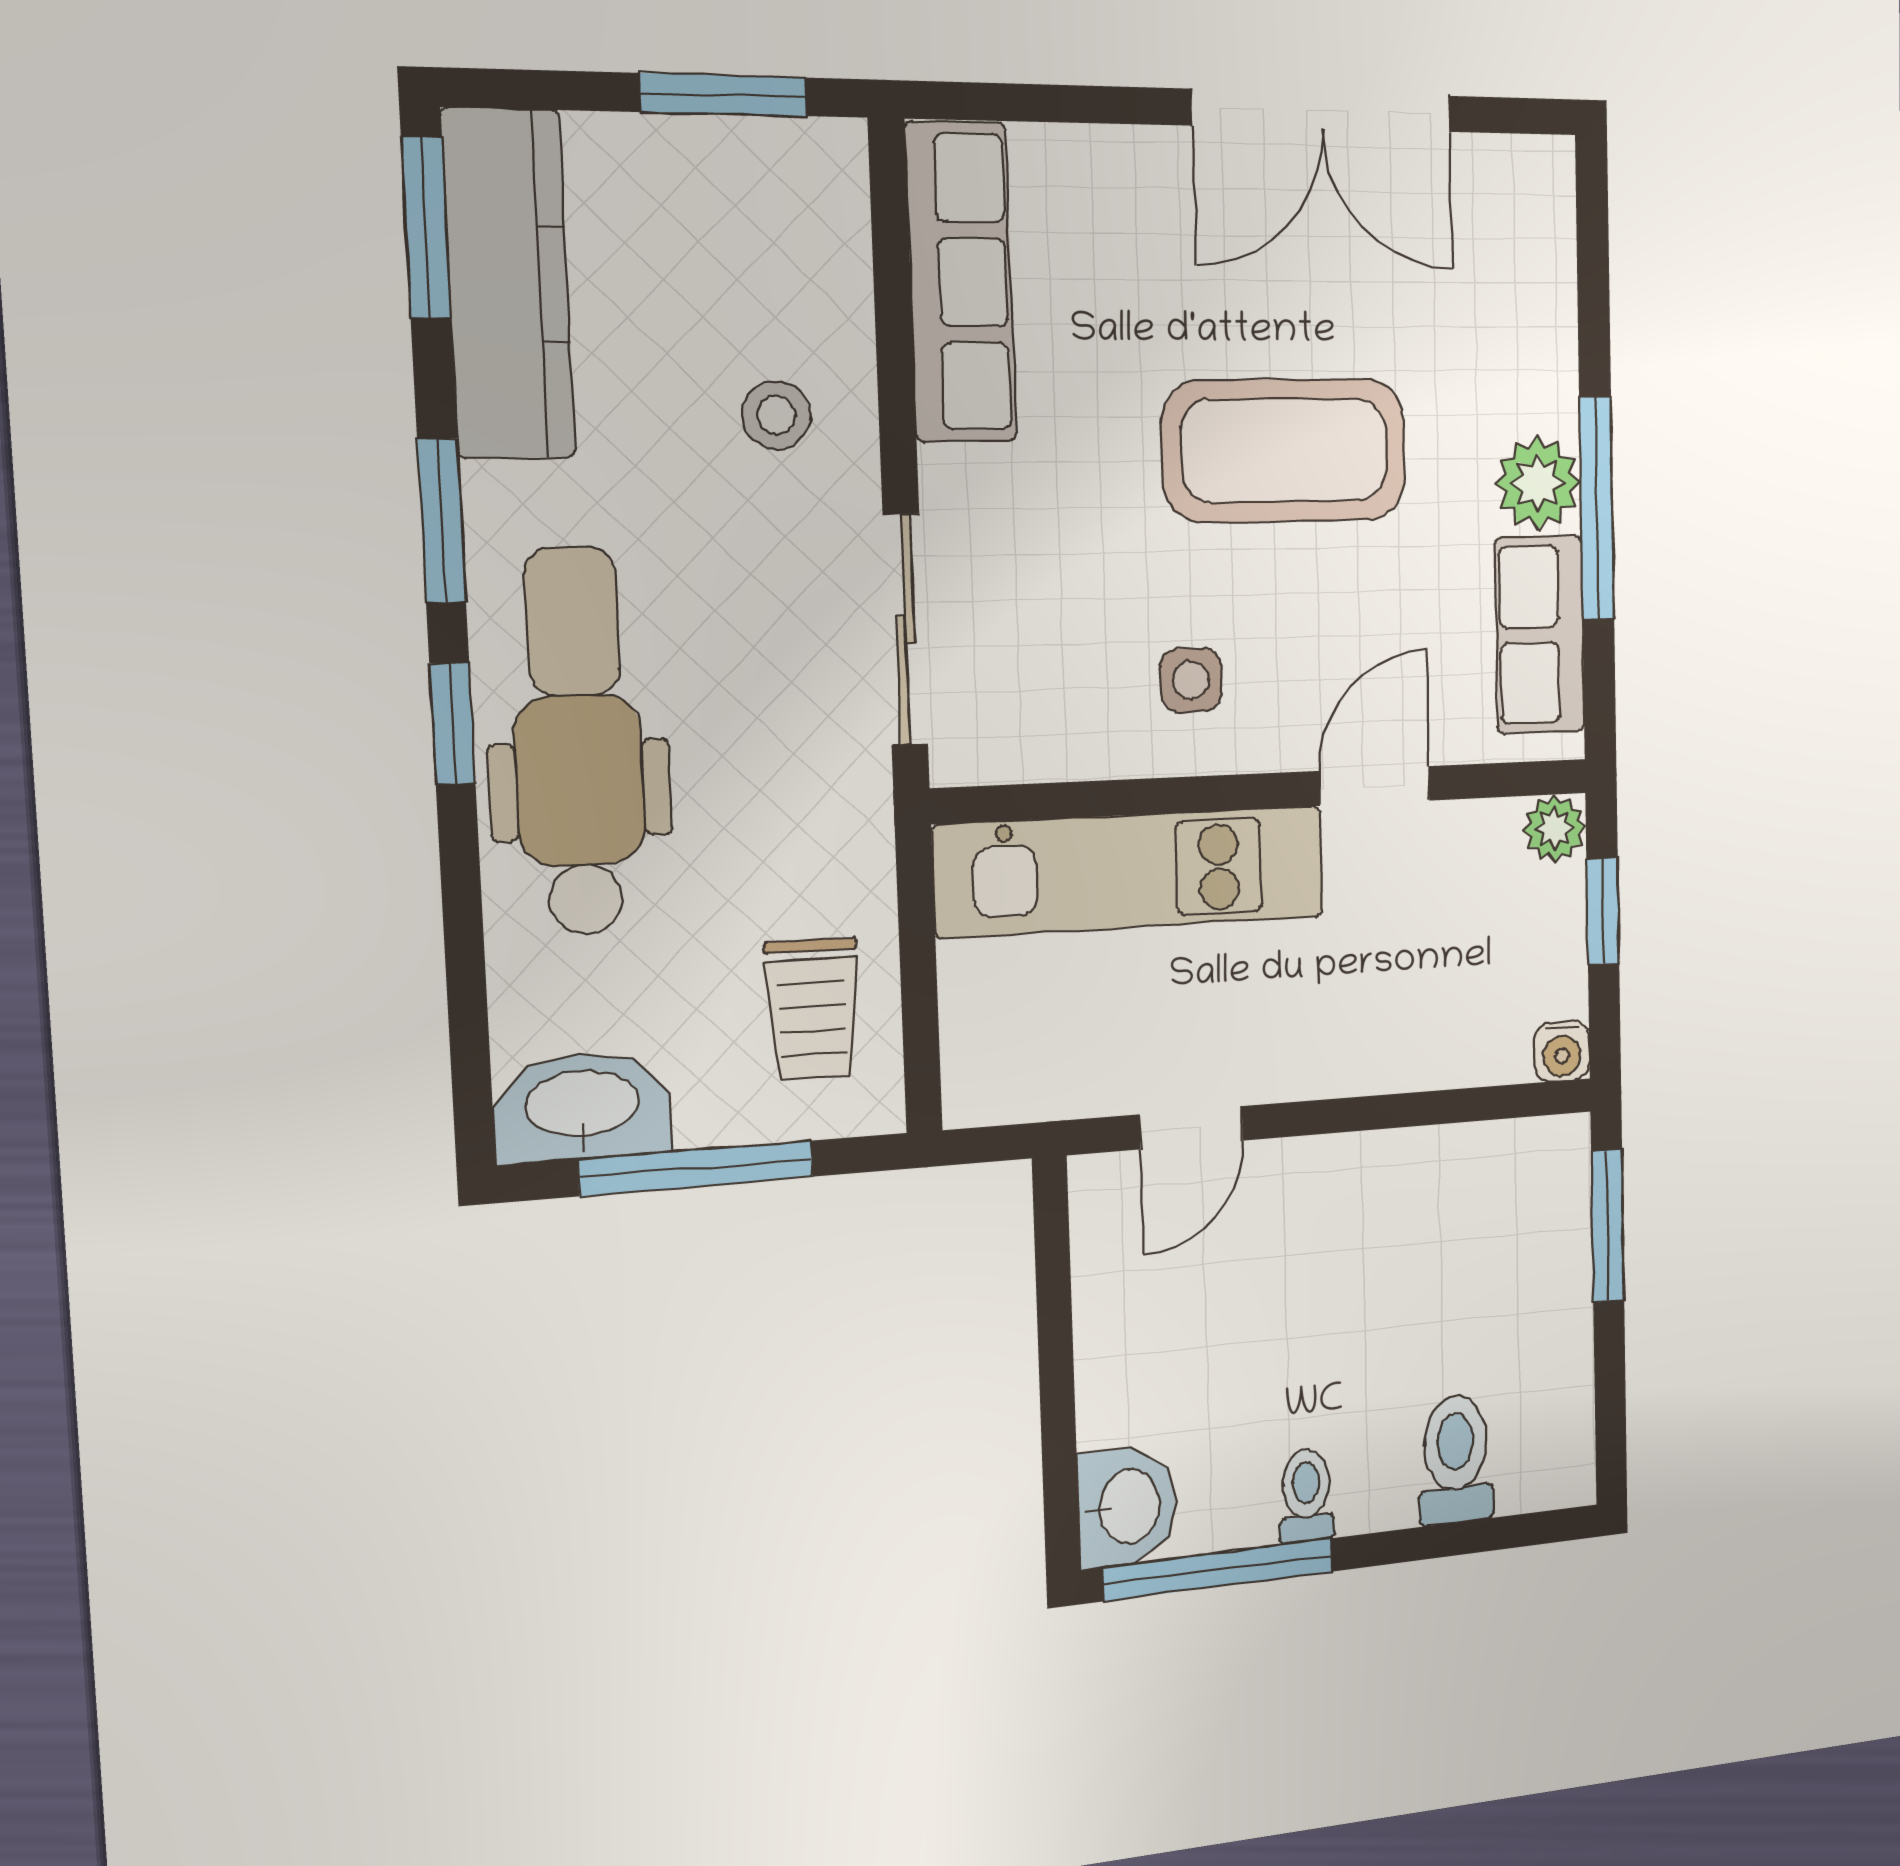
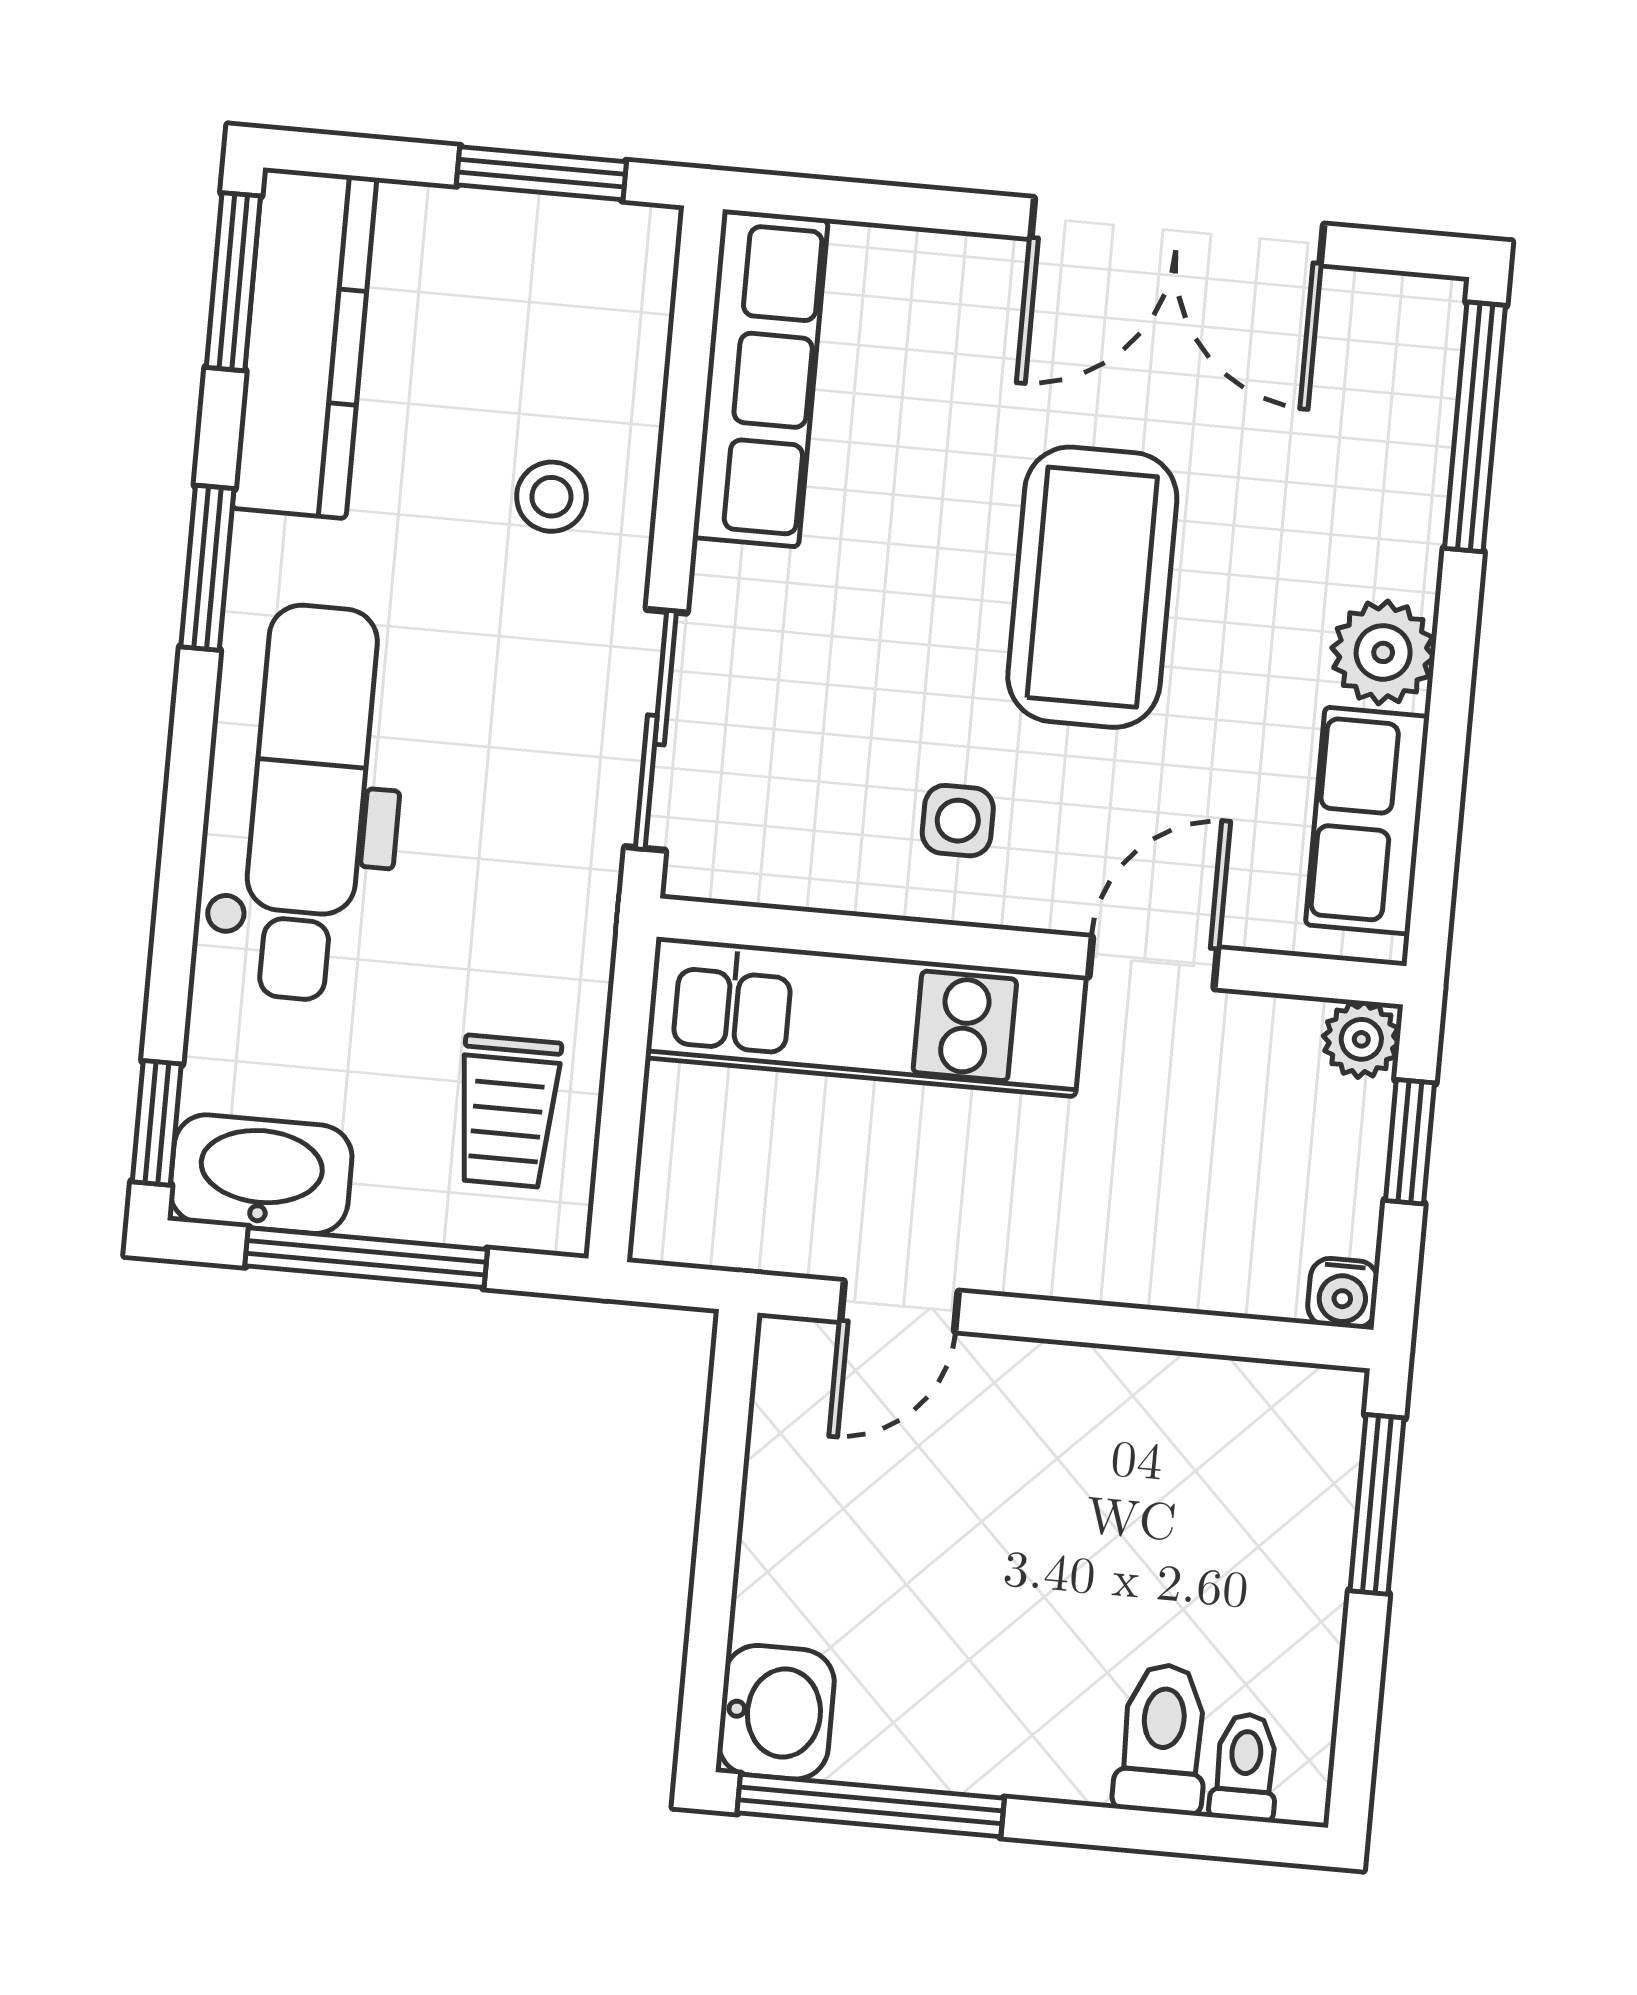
coffee table: (1285, 450) -> (1092, 587), turned 90
window: (1597, 509) -> (1475, 427), moved
window: (452, 724) -> (157, 1123), moved
toilet: (1306, 1496) -> (1245, 1767), moved

